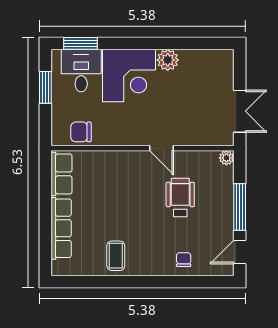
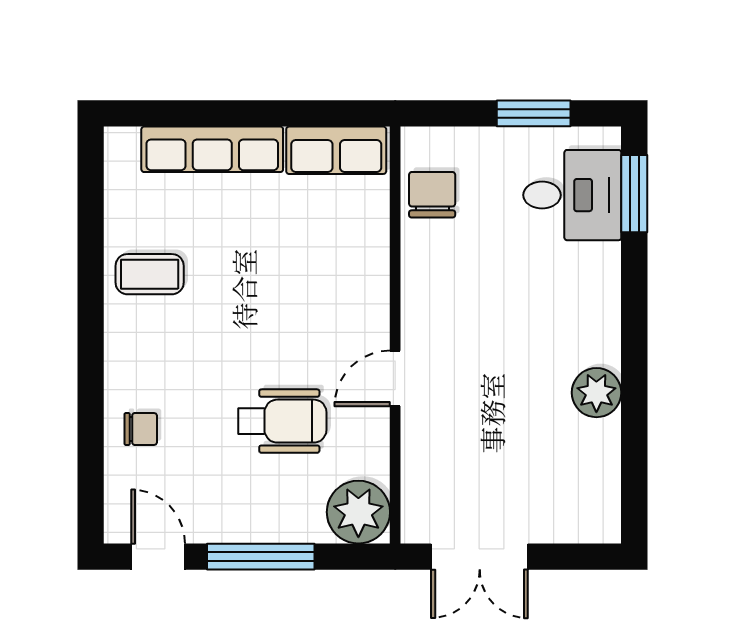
corner desk: (129, 76) -> (561, 304), removed
plant: (226, 158) -> (358, 512), width x1.87, depth x1.87

